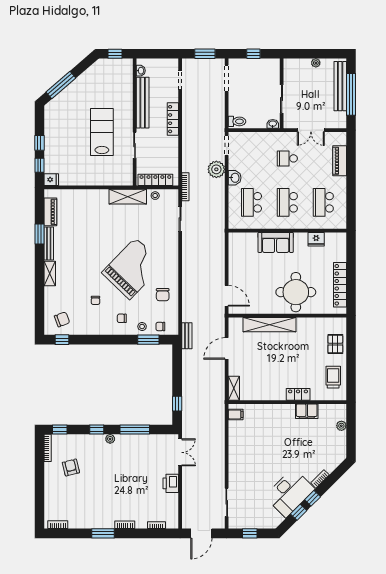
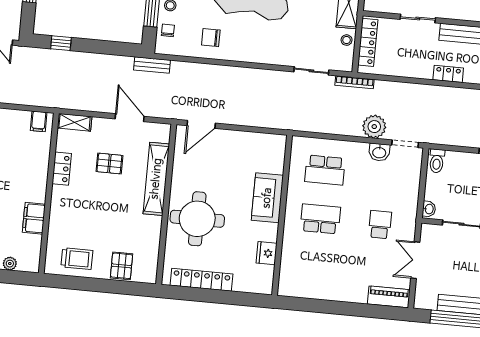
locker: (173, 119) -> (448, 74), width x0.66
piano: (340, 161) -> (389, 297), moved
washbasin: (235, 178) -> (379, 152), moved
school desk: (251, 202) -> (325, 170), turned 180
school desk: (323, 202) -> (316, 268), removed
pallet: (335, 344) -> (122, 266), turned 90
pallet: (262, 360) -> (109, 163), added
locker: (298, 394) -> (62, 169), moved

